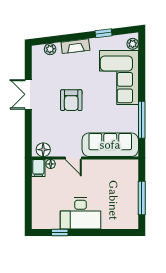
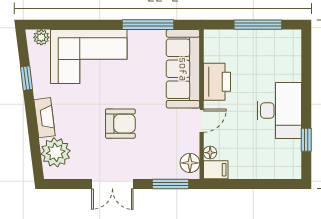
plant: (50, 49) -> (56, 152), width x1.88, depth x1.88
window: (28, 136) -> (171, 184), added
printer: (101, 169) -> (217, 82), added

